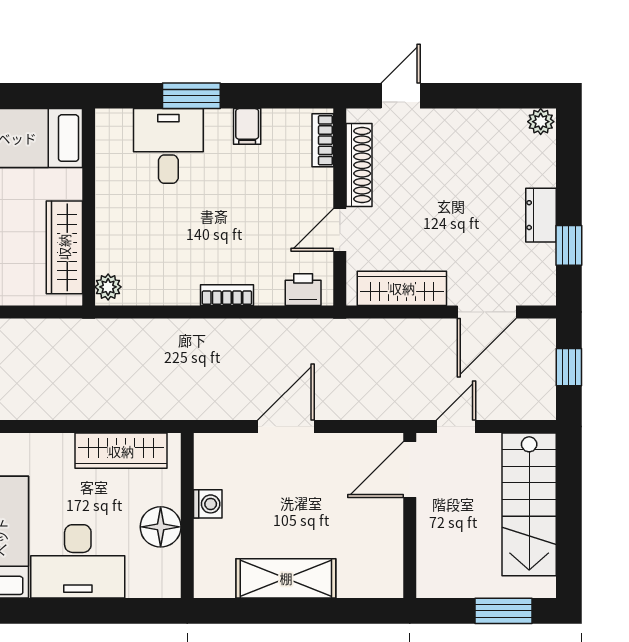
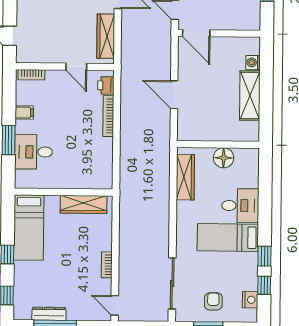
shoe rack: (359, 165) -> (44, 57), removed
plant: (108, 287) -> (104, 183), removed
bookcase: (227, 295) -> (108, 116), width x1.56
washing machine: (208, 504) -> (253, 62), moved, turned -90
desk: (78, 561) -> (240, 206), width x0.73

